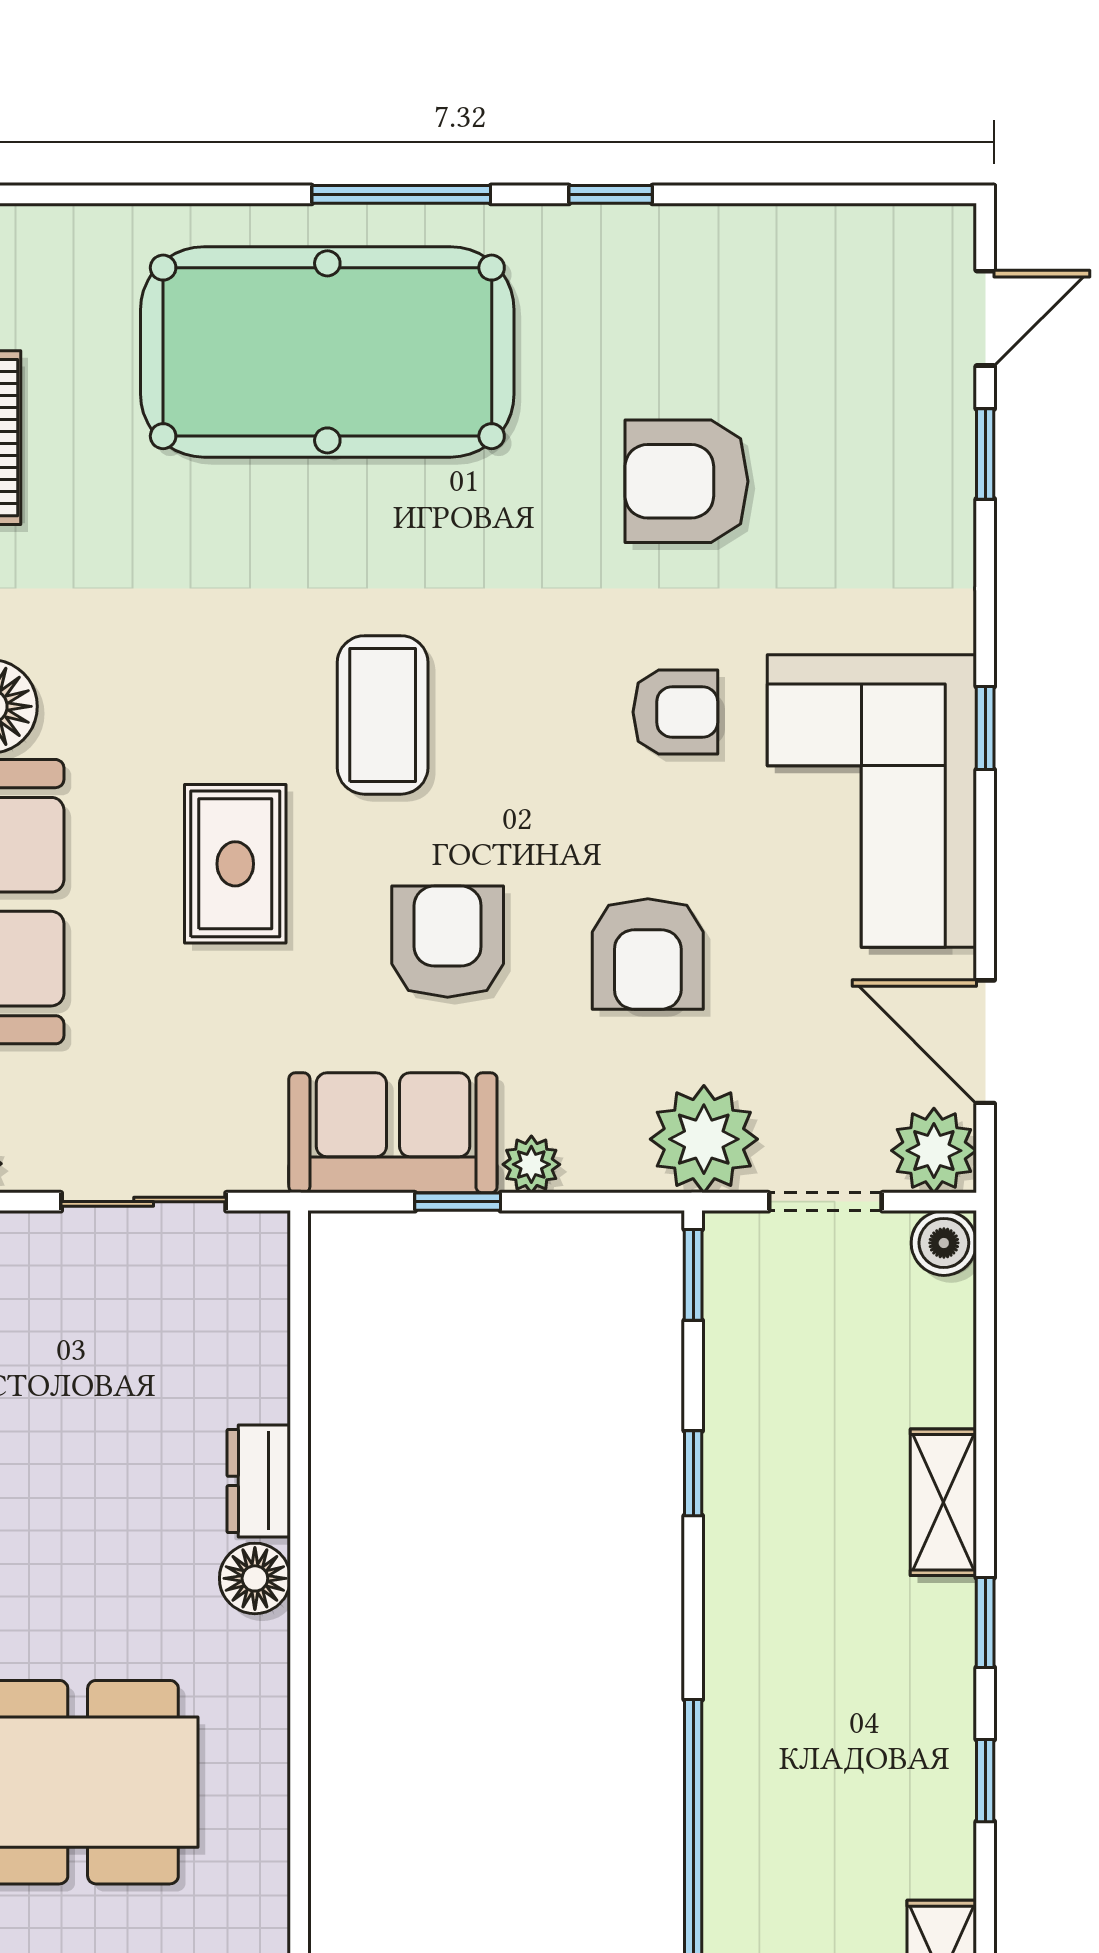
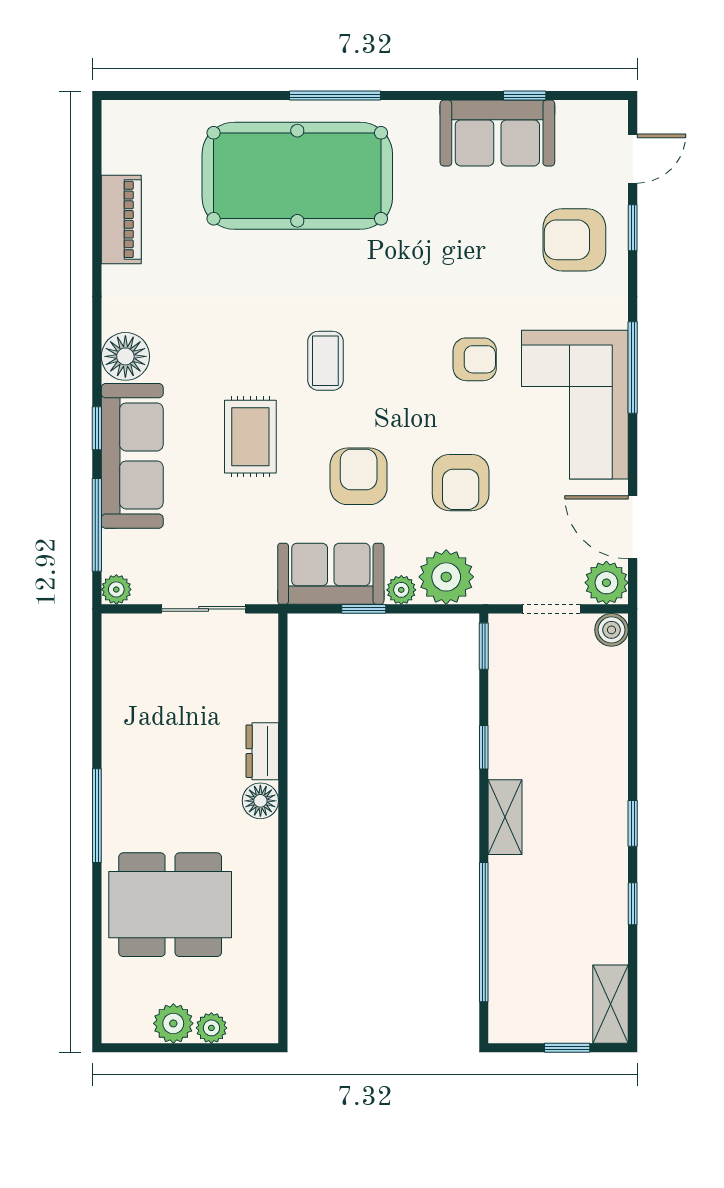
window: (611, 194) -> (525, 96), moved
sofa: (720, 268) -> (497, 133), added
armchair: (687, 481) -> (574, 240), moved
coffee table: (383, 715) -> (325, 361), width x0.73, depth x0.77
window: (985, 728) -> (633, 367), width x2.17
plant: (704, 1139) -> (446, 577), moved
shelving: (943, 1502) -> (505, 817), moved

